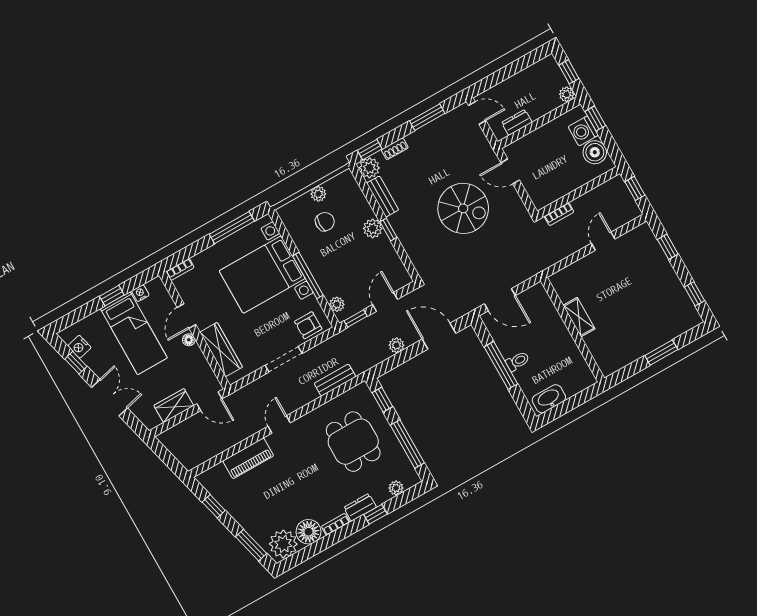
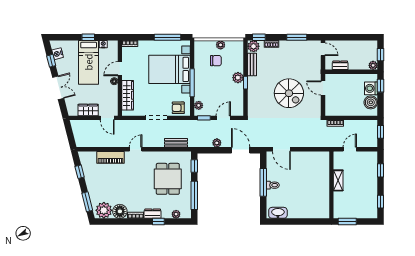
shelving: (579, 317) -> (338, 180), moved
wall: (573, 330) -> (331, 185), moved

